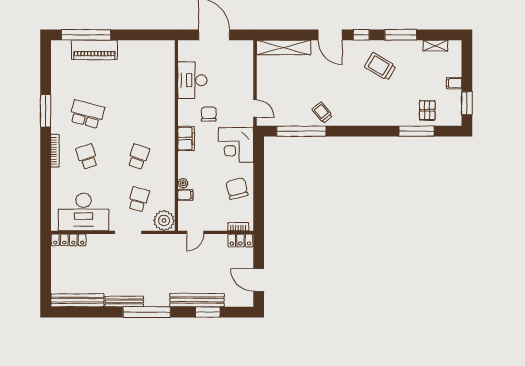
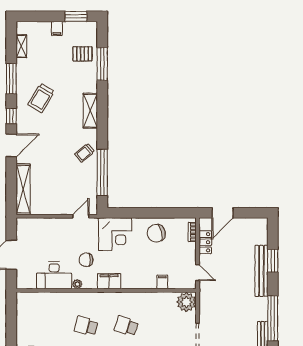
shelving: (367, 119) -> (90, 111), added
plant: (183, 183) -> (77, 284), moved
school desk: (139, 199) -> (86, 326), moved
locker: (240, 240) -> (205, 242), moved
door: (259, 280) -> (223, 213), moved

